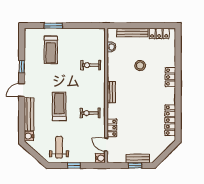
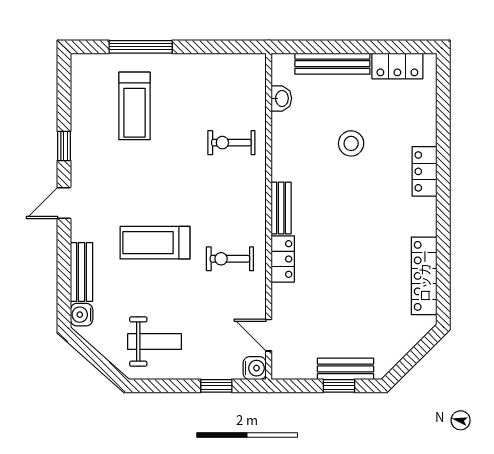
window: (53, 26) -> (141, 47), width x1.44
treadmill: (59, 106) -> (155, 243), turned -90
bench: (29, 114) -> (81, 272), width x0.73
locker: (112, 128) -> (283, 259), moved
weight bench: (59, 147) -> (155, 342), turned 90
window: (74, 166) -> (216, 386), moved

